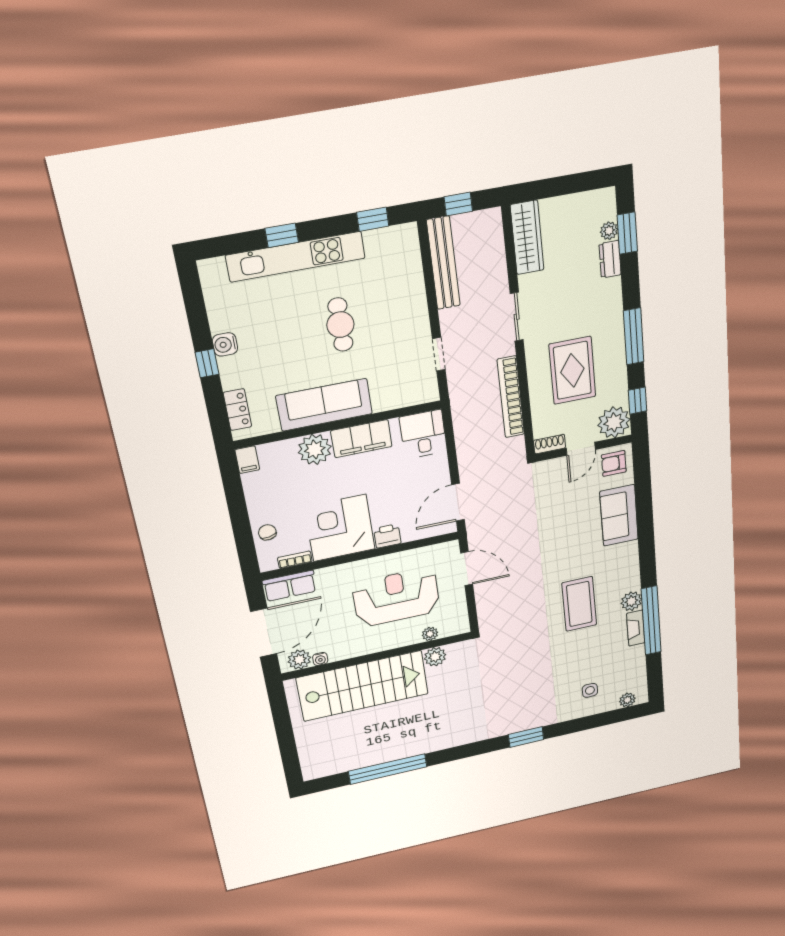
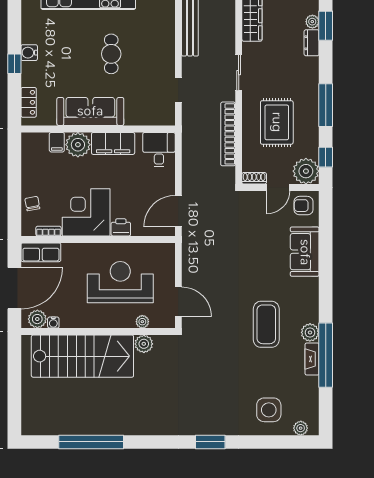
filing cabinet: (247, 460) -> (57, 142), moved
door: (467, 569) -> (178, 302), moved
side table: (590, 690) -> (269, 410), width x1.87, depth x1.87

